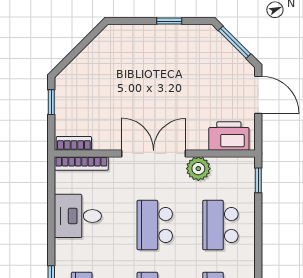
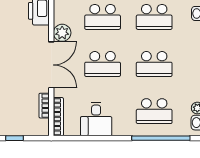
bookcase: (74, 143) -> (44, 106), moved
double door: (154, 153) -> (51, 65), swing flipped

